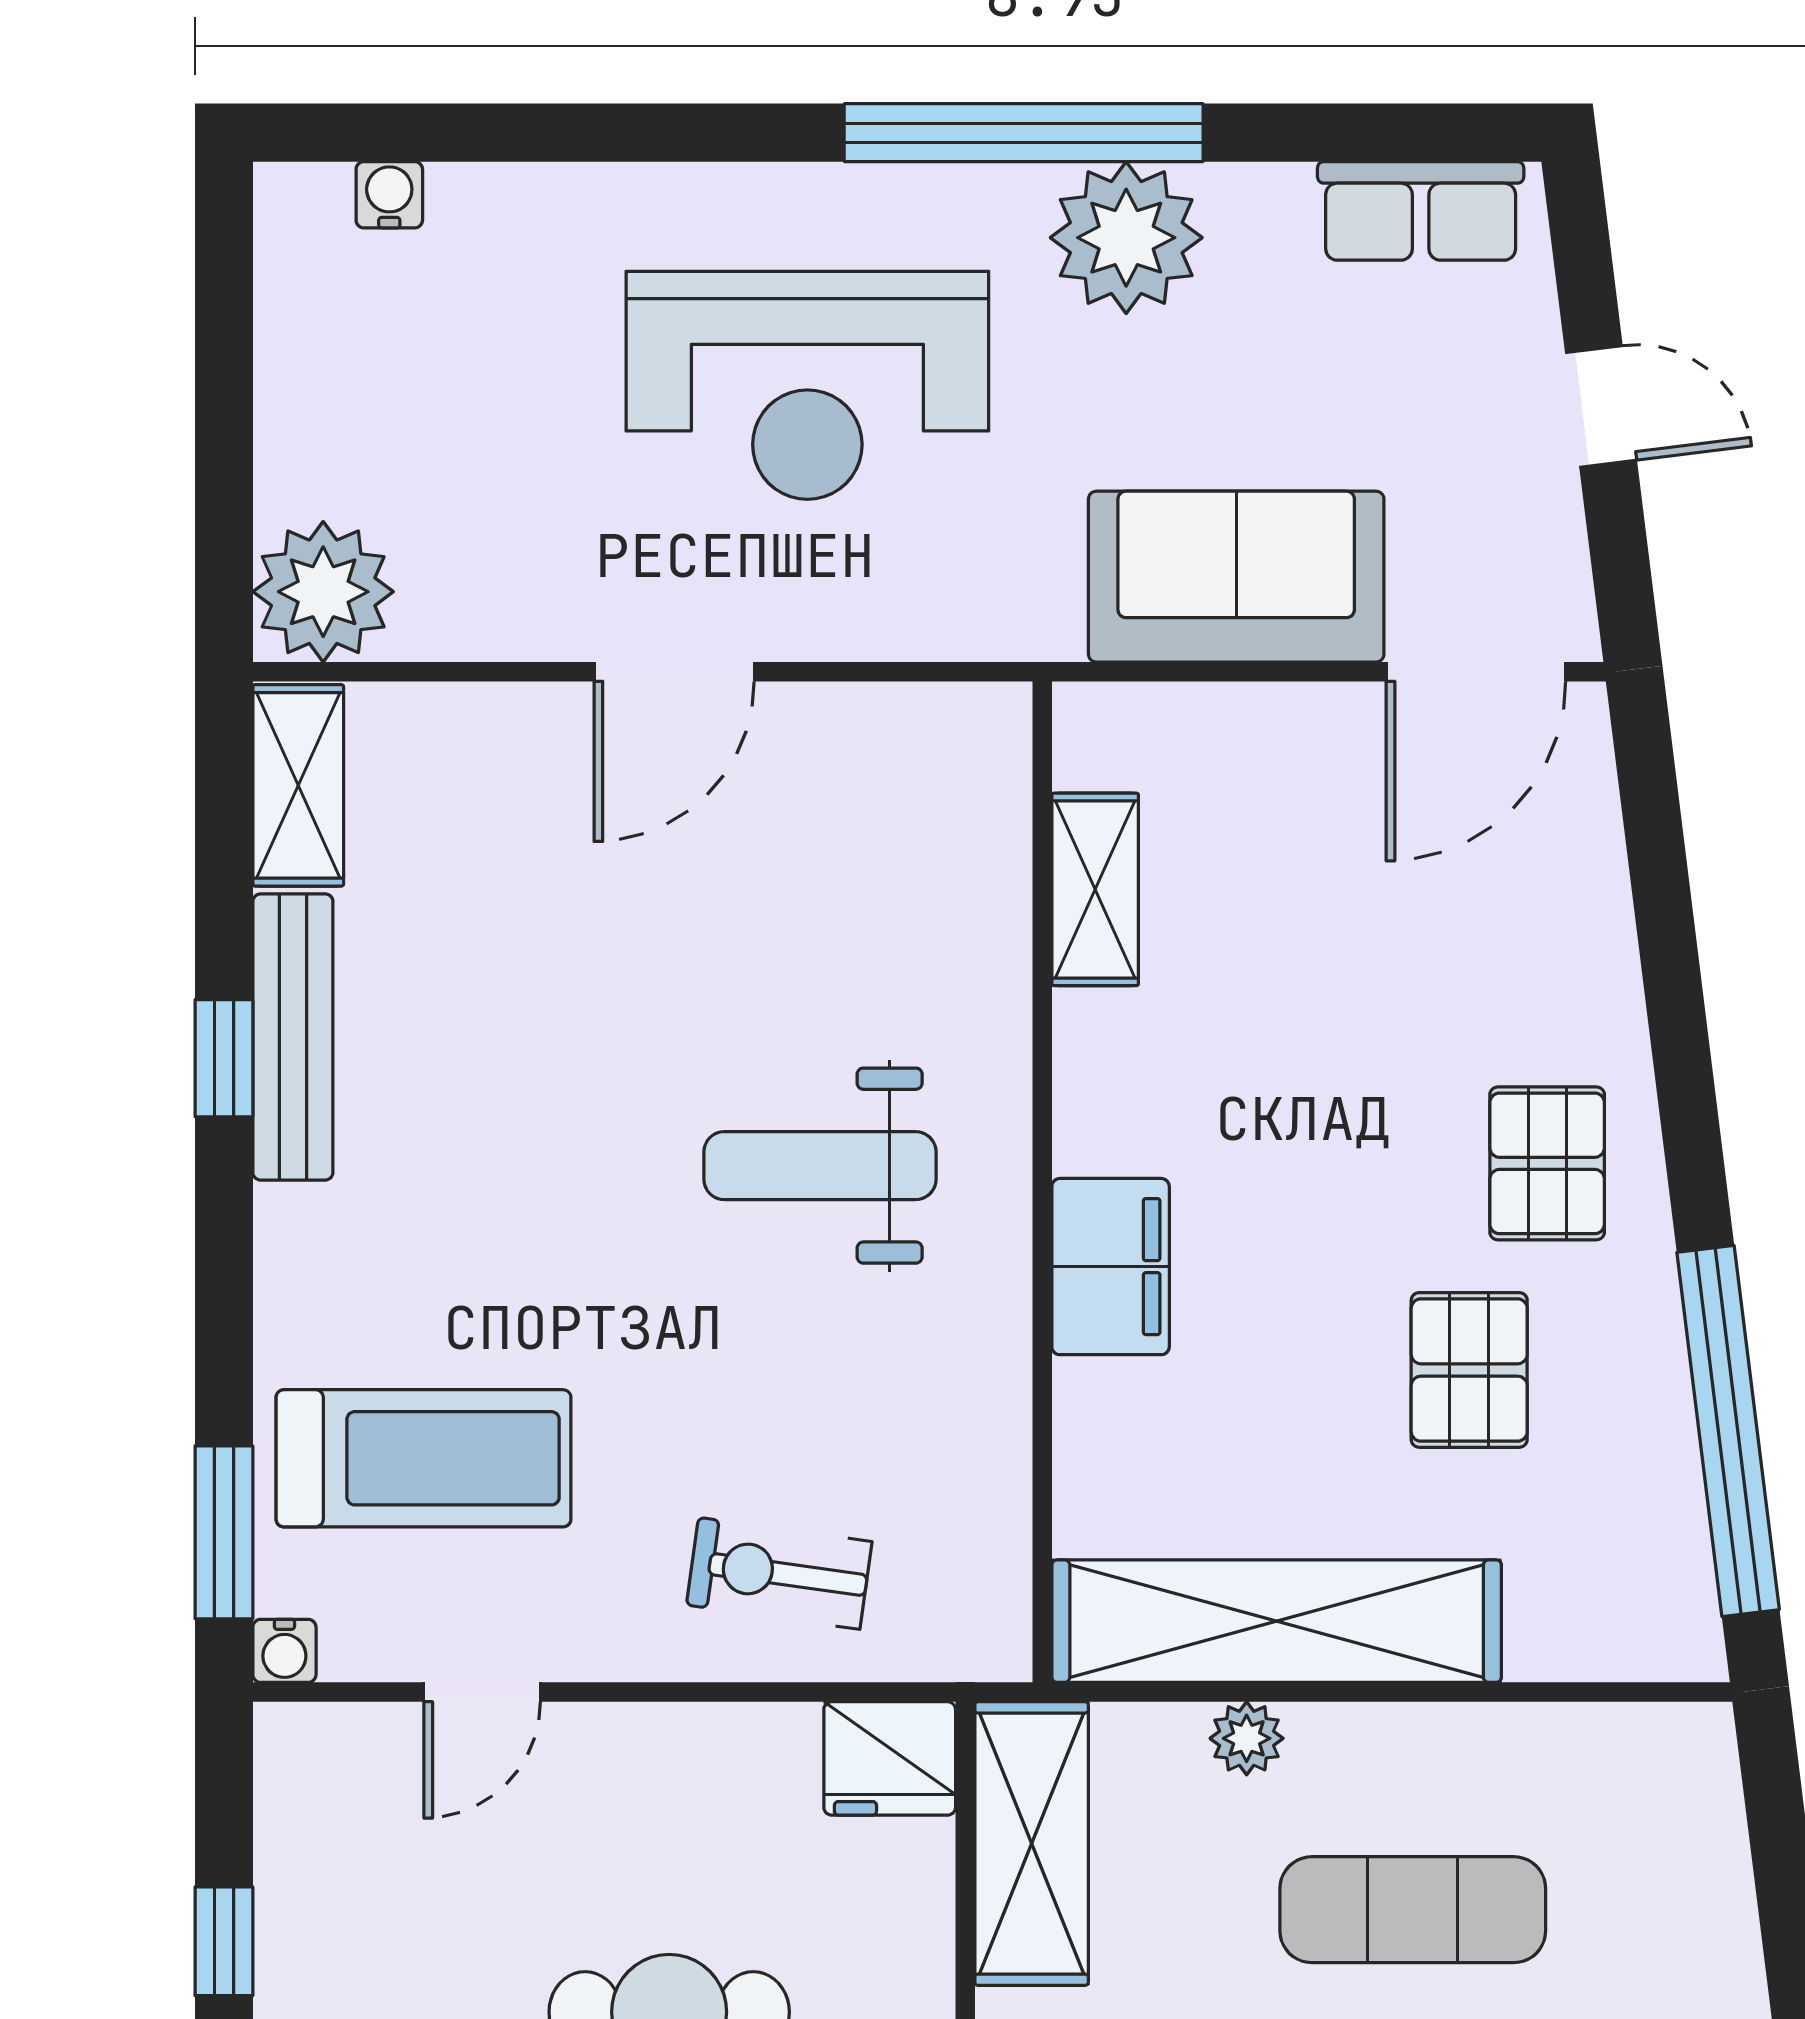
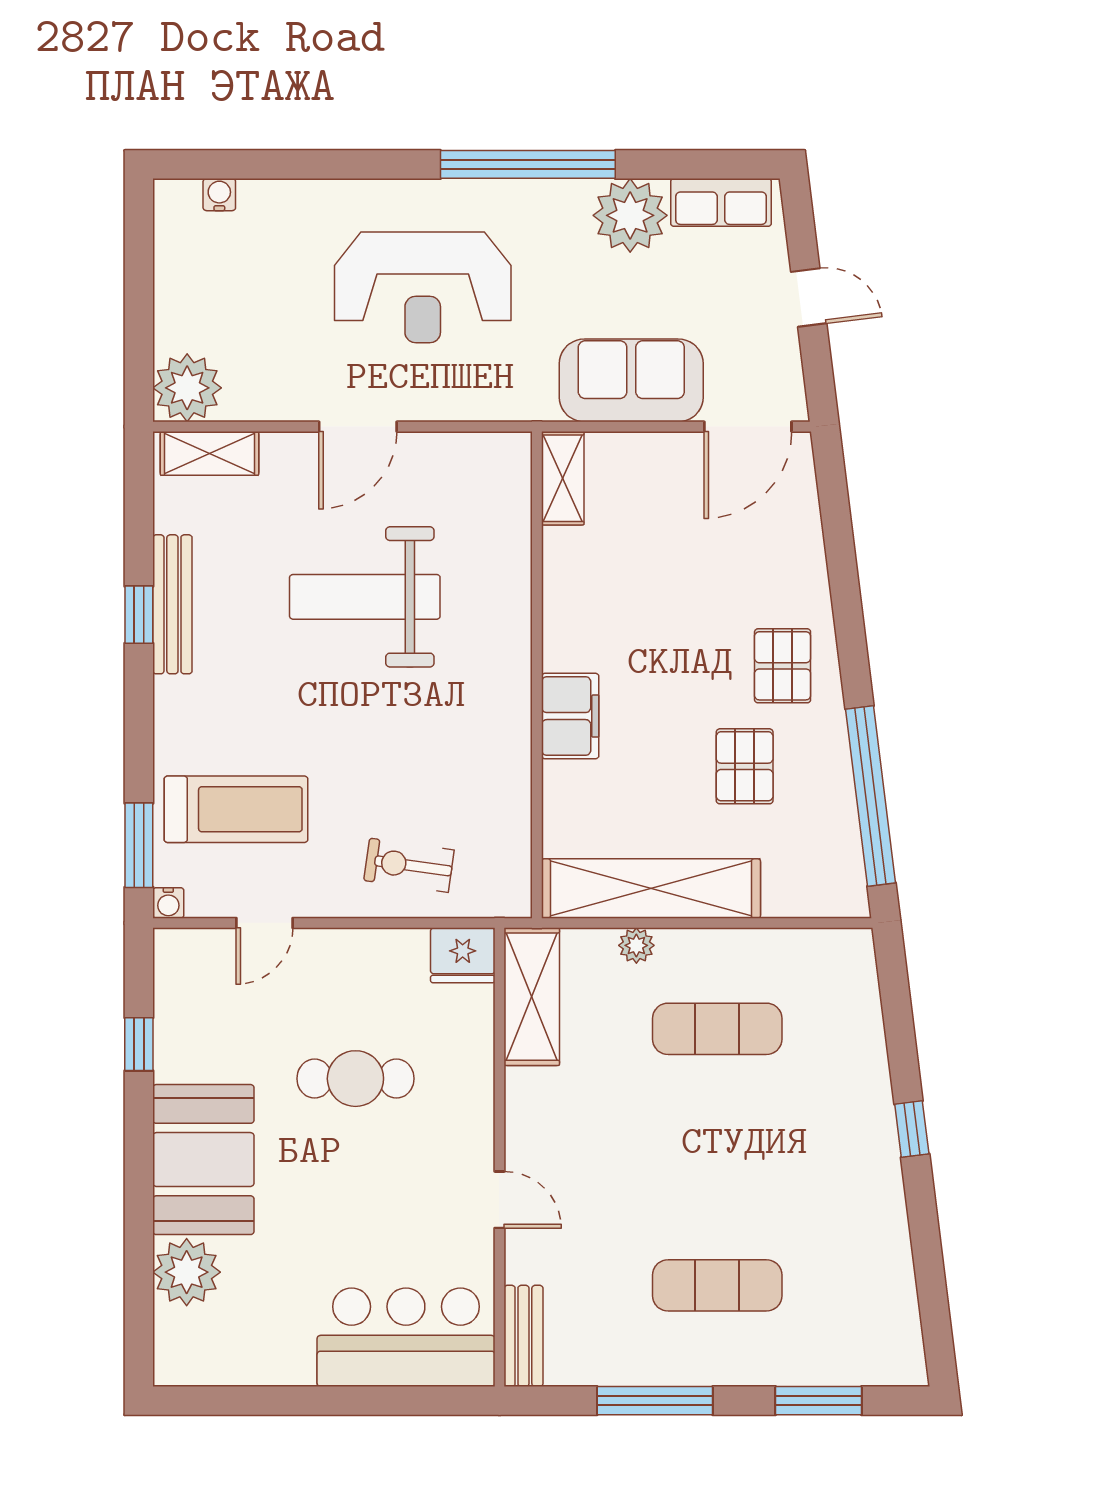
plant: (1126, 238) -> (630, 215), moved
shelving: (298, 785) -> (209, 453), moved, turned 90
shelving: (1095, 889) -> (563, 478), moved
weight bench: (820, 1166) -> (365, 597), moved, width x1.36, depth x1.33

